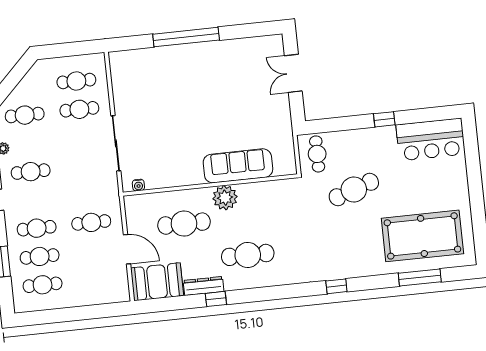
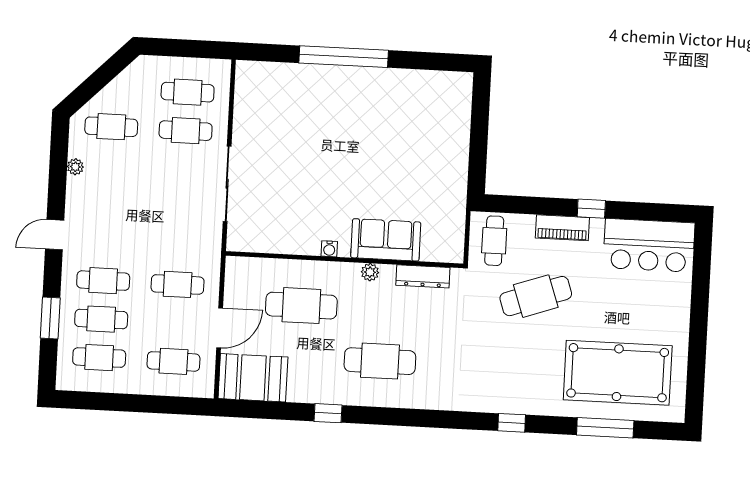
double door: (293, 73) -> (479, 128), removed
piano: (365, 137) -> (562, 228), added
sofa: (238, 166) -> (386, 240), width x0.73
cafe table: (31, 172) -> (173, 361), moved
water cooler: (138, 185) -> (329, 249), moved
plant: (225, 198) -> (370, 272), width x0.53, depth x0.53
door: (127, 249) -> (220, 328), hinge flipped
dresser: (204, 286) -> (423, 276), moved, turned 180
window: (336, 286) -> (512, 423), moved

